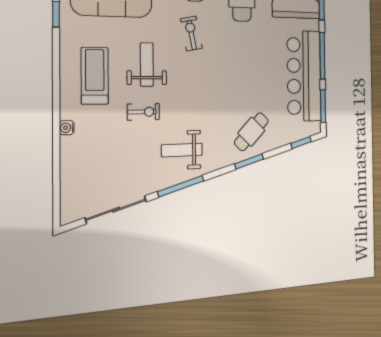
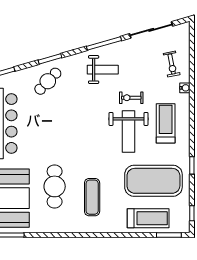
exercise bike: (191, 33) -> (172, 64), moved
weight bench: (147, 65) -> (129, 131), width x1.36, depth x1.33
treadmill: (95, 76) -> (166, 123), turned 180

